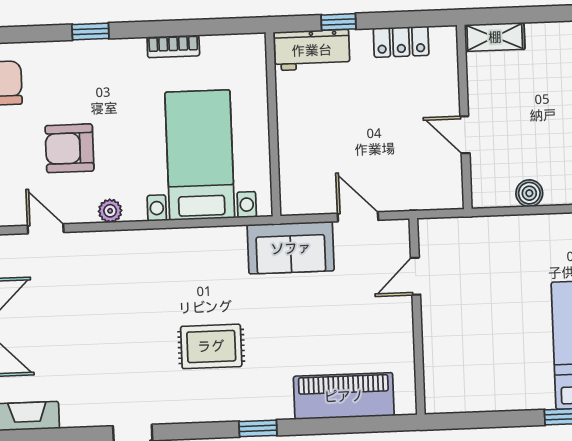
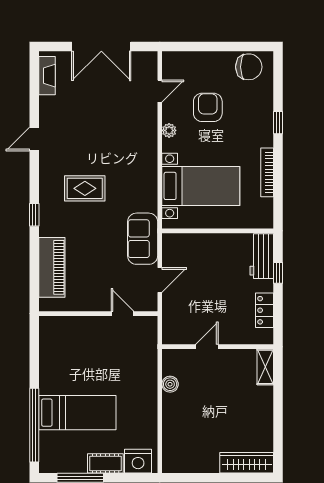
bookcase: (173, 46) -> (267, 172), width x1.56
rug: (211, 346) -> (85, 188), turned 90

